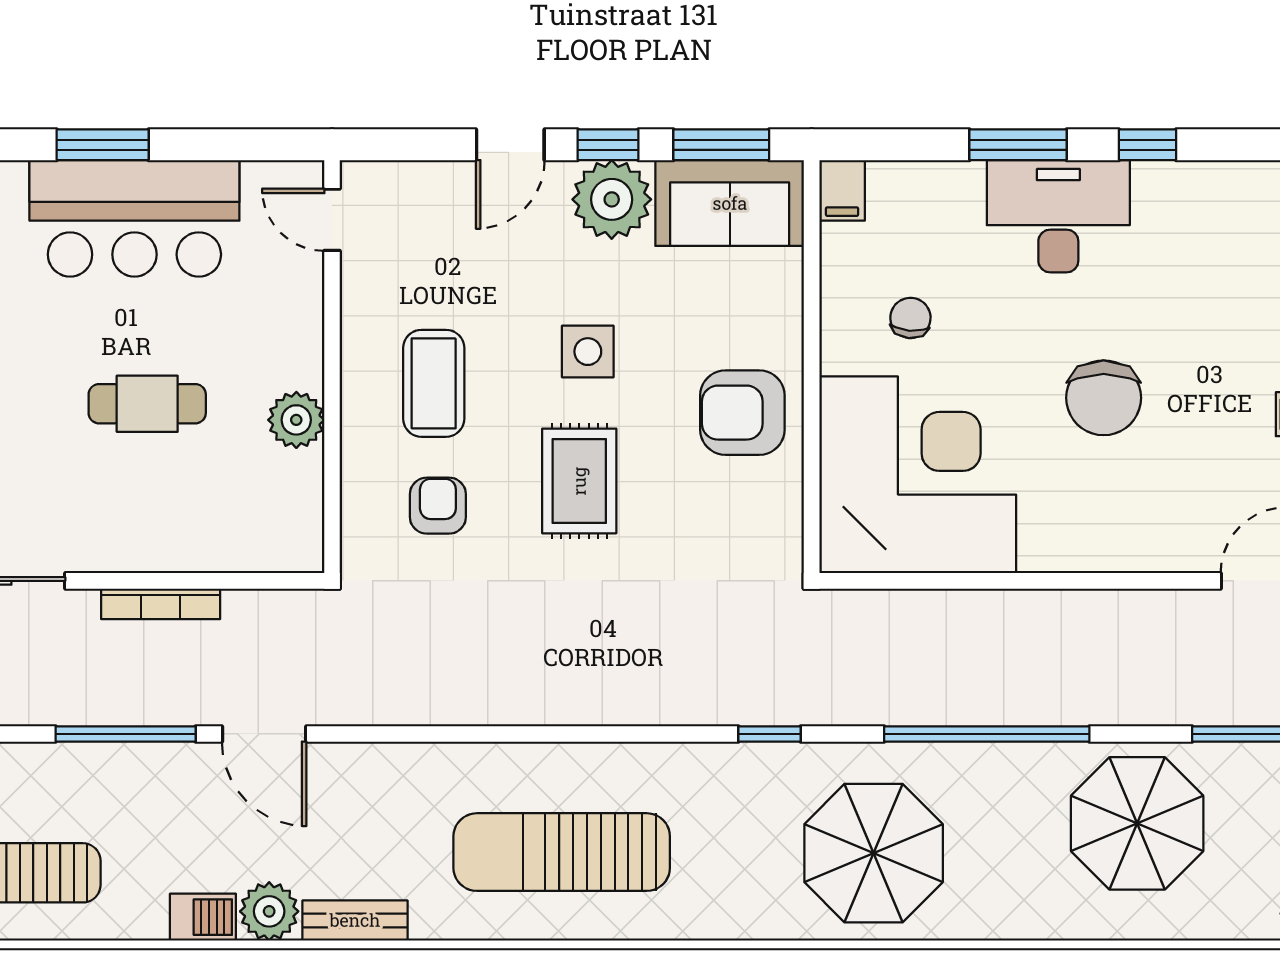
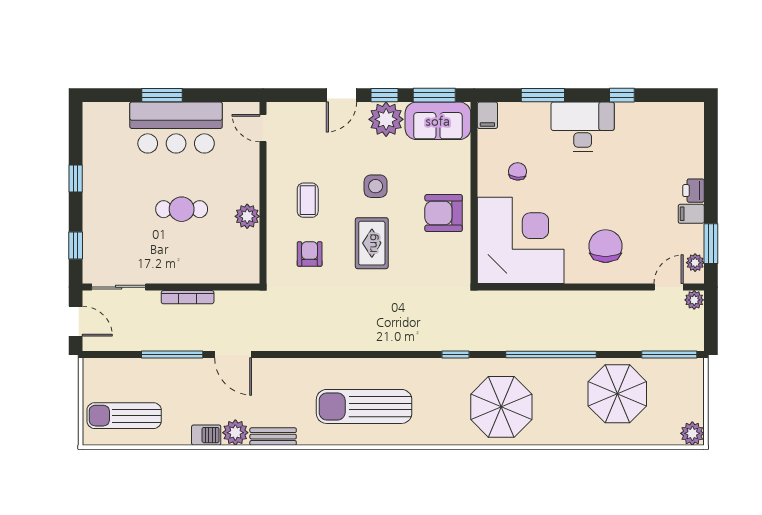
window: (1018, 145) -> (543, 95), moved
coffee table: (434, 383) -> (308, 200), width x0.73, depth x0.77
chair: (1104, 398) -> (606, 246), moved, turned 180

